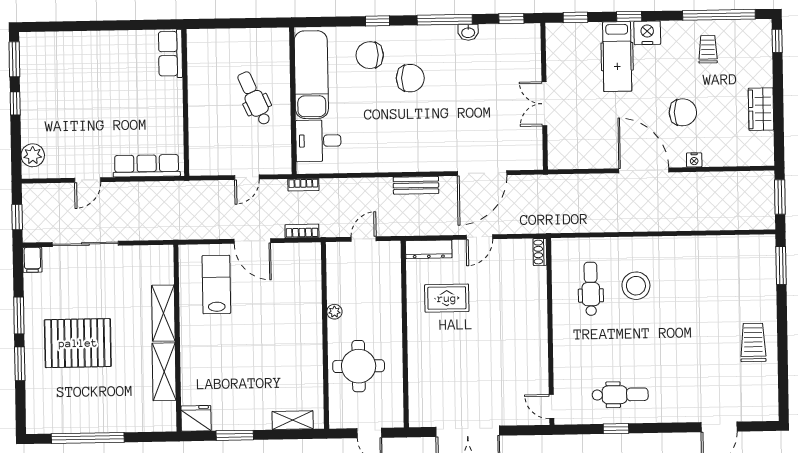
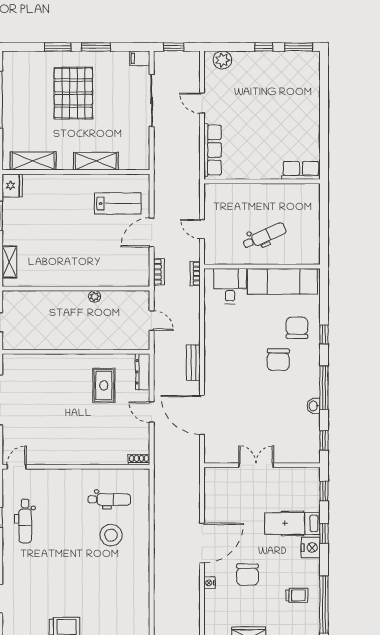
round table: (359, 366) -> (51, 315), removed
shelving: (164, 372) -> (33, 161), moved

